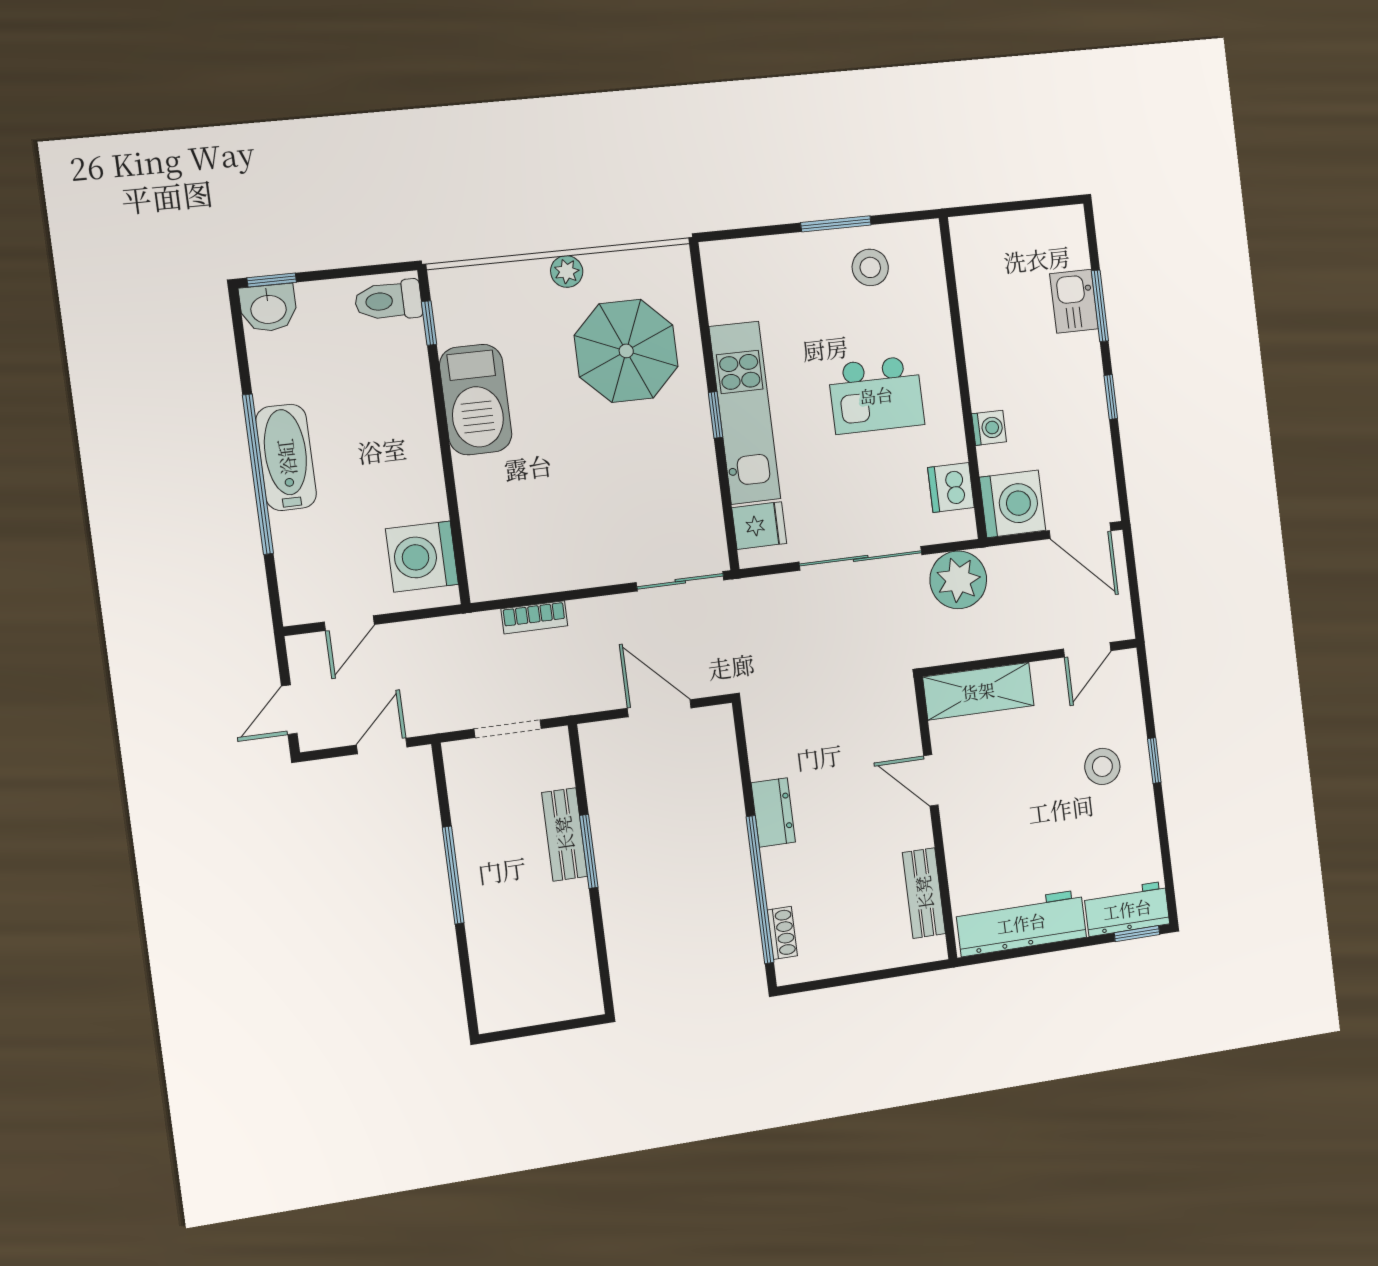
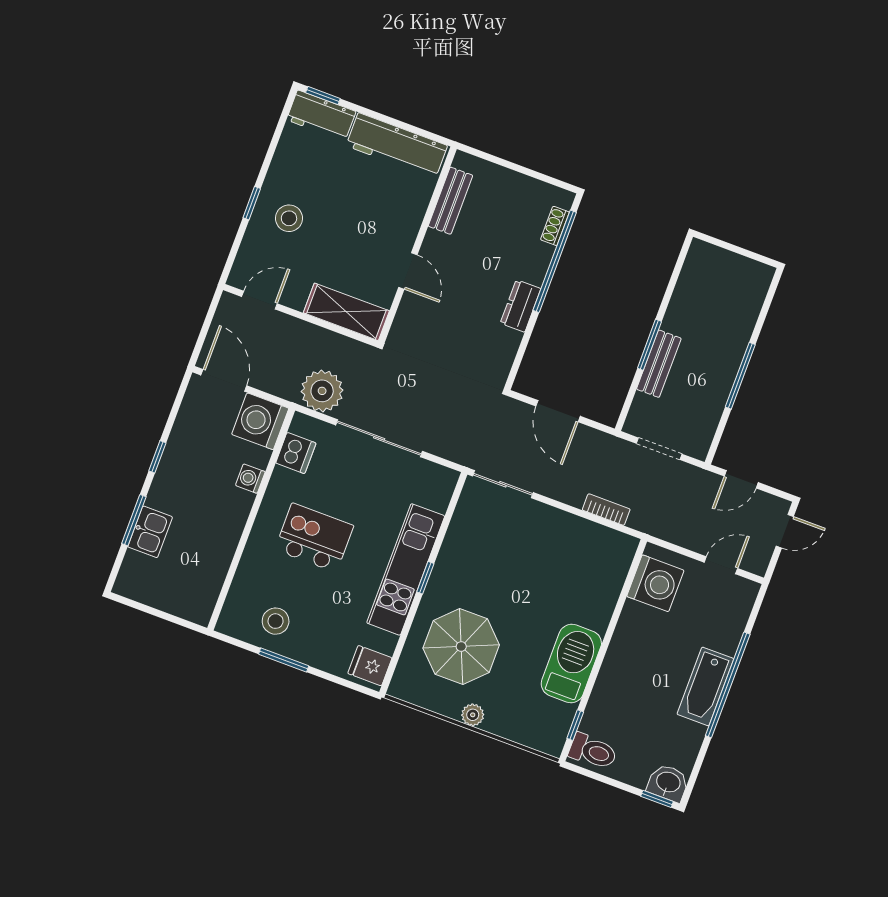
fridge: (759, 526) -> (370, 666), moved

